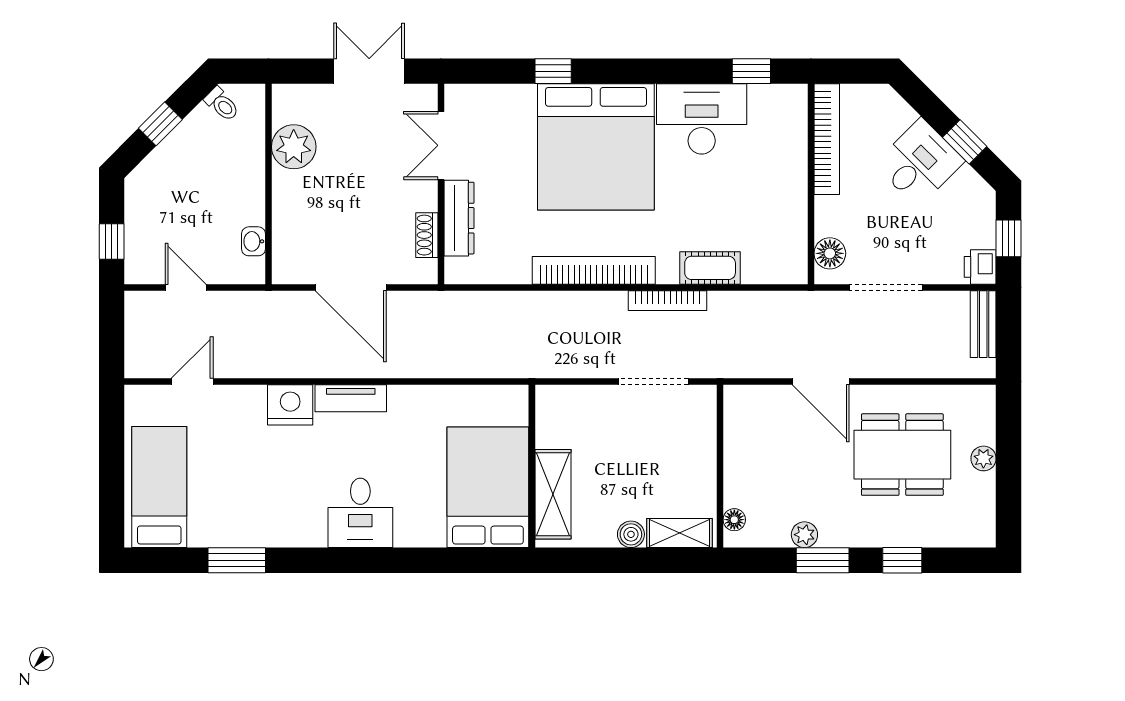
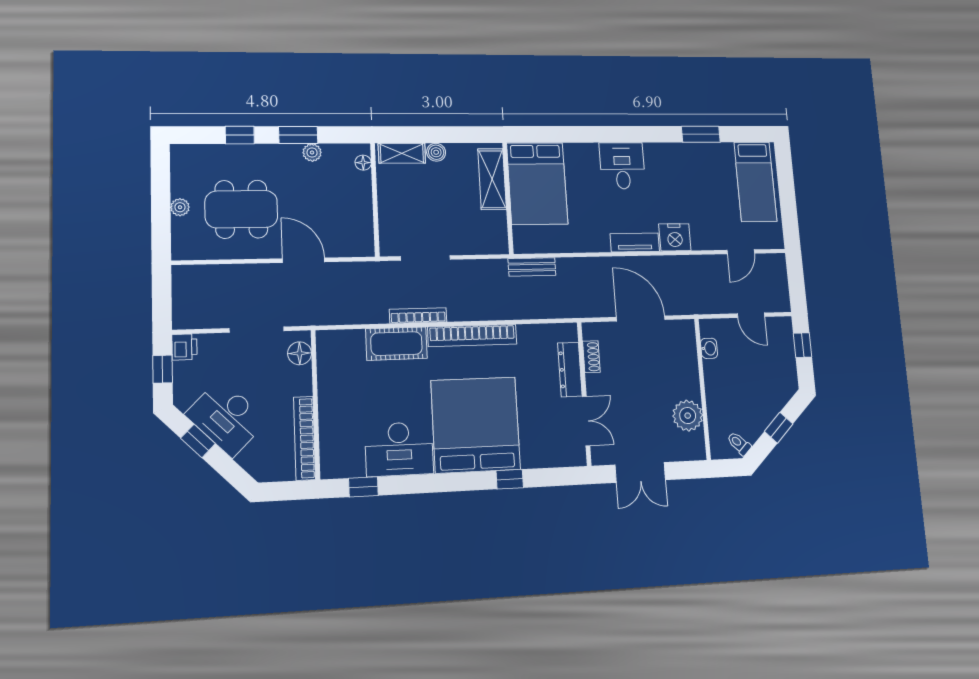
desk: (919, 163) -> (226, 418), width x1.37
cot: (710, 268) -> (396, 344), width x1.37, depth x1.34
bench: (983, 324) -> (532, 267), moved, turned 90

